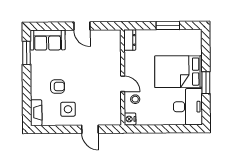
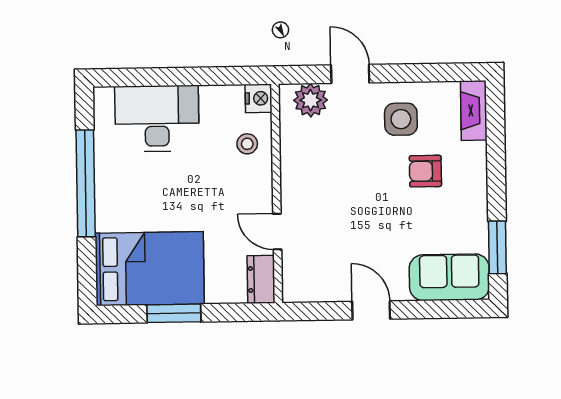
bed: (178, 72) -> (150, 269), moved
window: (206, 83) -> (86, 183), width x2.11
door: (123, 84) -> (277, 232), moved
desk: (188, 107) -> (157, 118), moved, turned 90
plant: (107, 118) -> (311, 100), added

